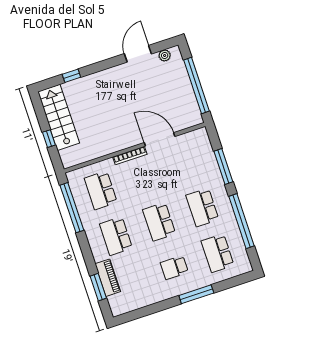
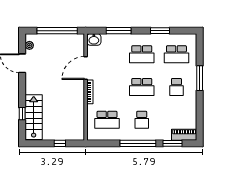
stairs: (59, 117) -> (34, 117), moved, turned 90
washbasin: (201, 138) -> (94, 39), added
window: (72, 208) -> (138, 143), moved
window: (242, 221) -> (160, 31), width x0.47
school desk: (116, 236) -> (142, 120), width x0.54
piano: (108, 278) -> (184, 135), moved

